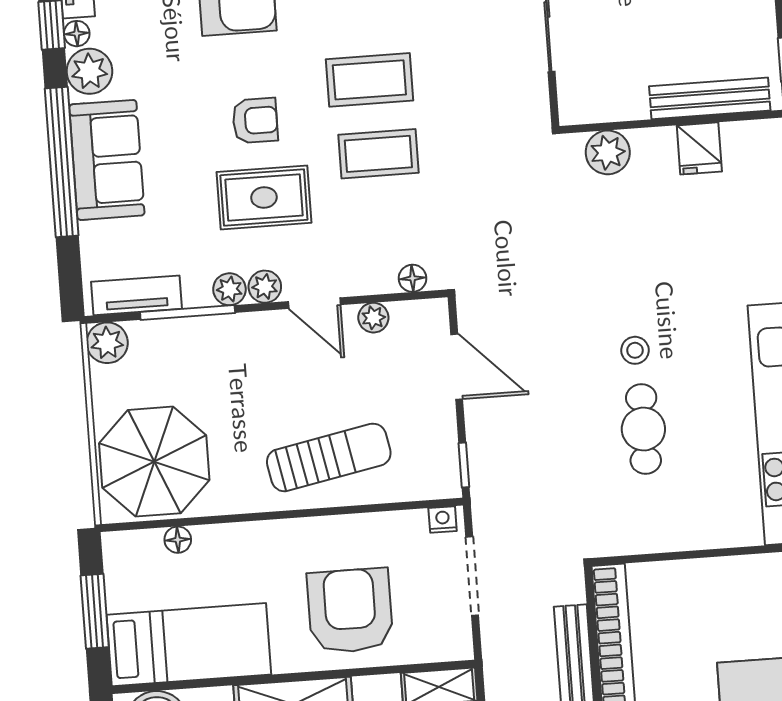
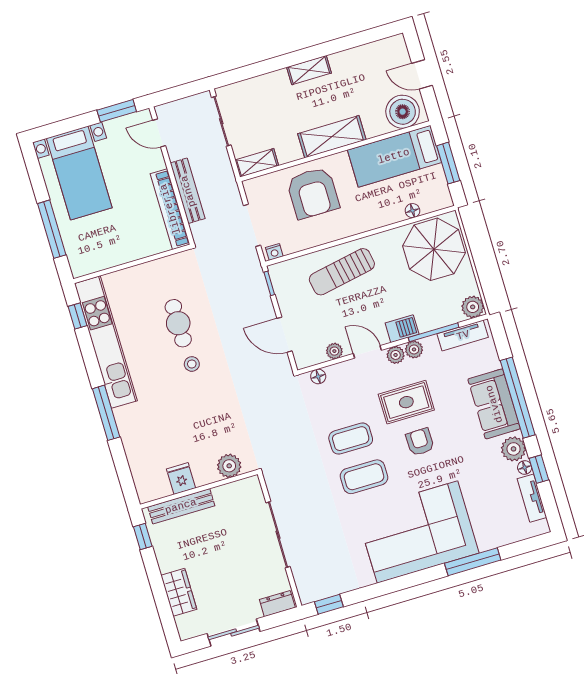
armchair: (255, 121) -> (420, 442), turned 89
barbecue: (243, 331) -> (402, 329), added

